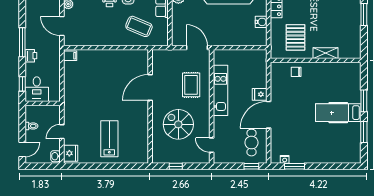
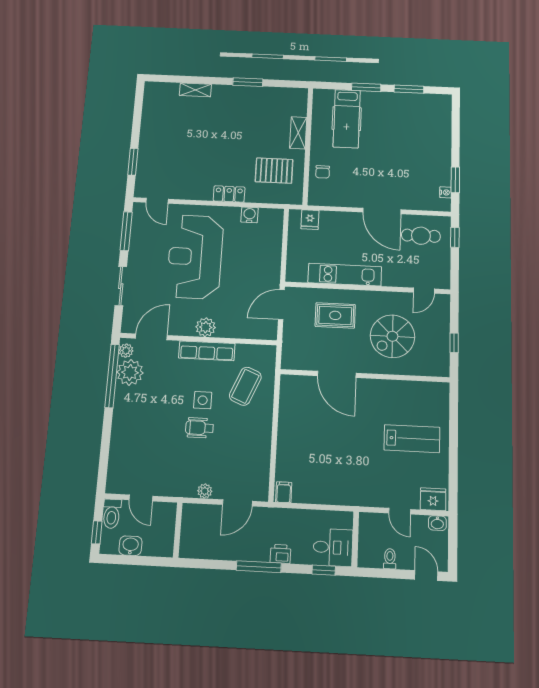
fridge: (260, 94) -> (310, 220), moved
hospital bed: (338, 113) -> (347, 119), moved
lab bench: (109, 139) -> (412, 439), turned 180

